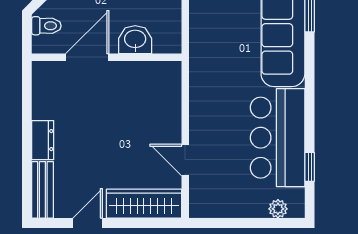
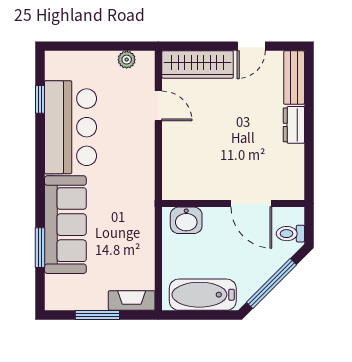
washbasin: (135, 40) -> (186, 220), moved
door: (87, 57) -> (251, 204), hinge flipped
plant: (278, 209) -> (127, 60), moved

